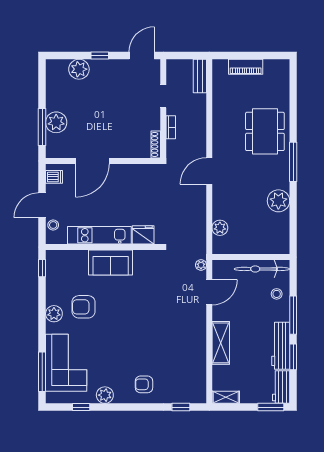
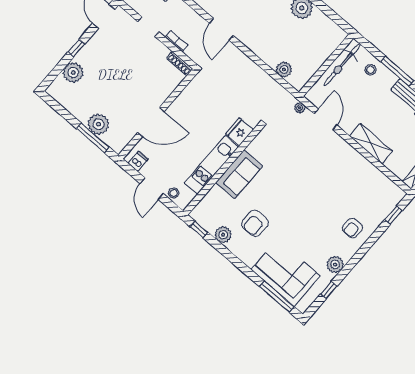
door: (92, 161) -> (151, 122), hinge flipped
door: (209, 171) -> (221, 29), moved
plant: (54, 314) -> (223, 235), moved

